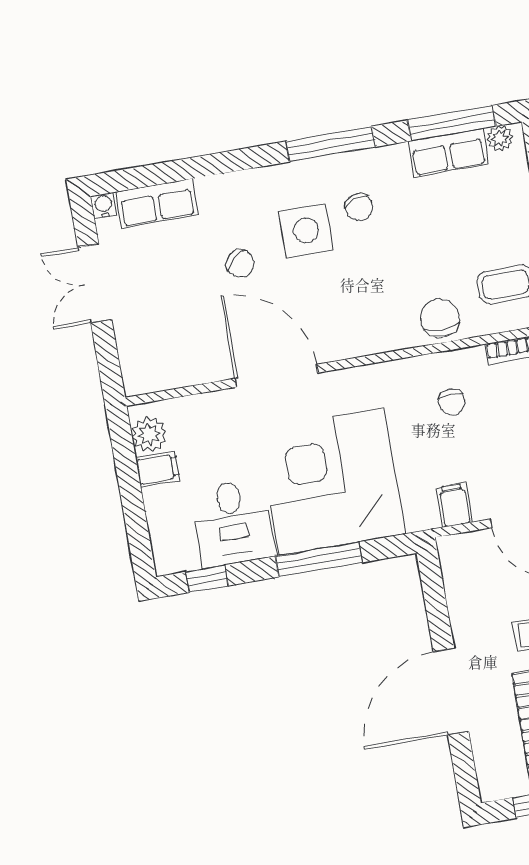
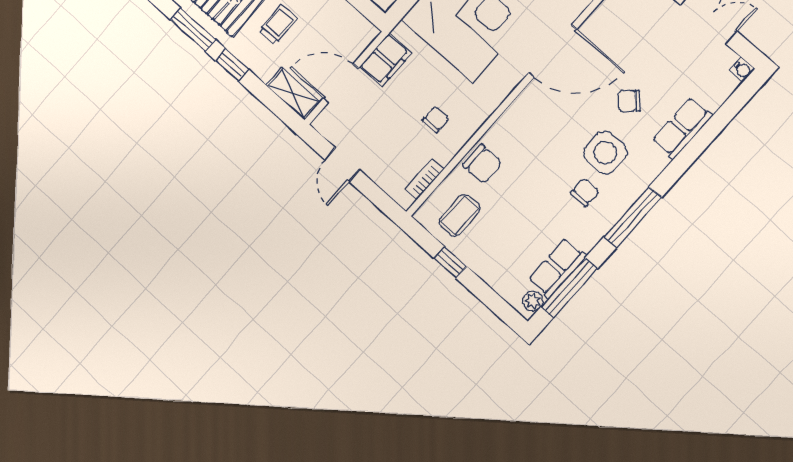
row of seats: (157, 203) -> (682, 128), moved
chair: (359, 207) -> (585, 192), turned 109
chair: (452, 402) -> (436, 119), turned 90
filing cabinet: (454, 505) -> (386, 60), width x2.00

